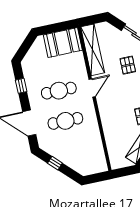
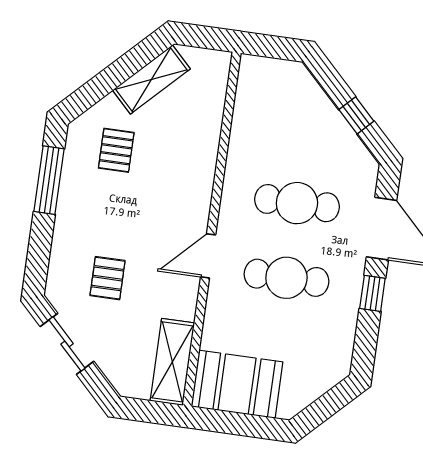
shelving: (93, 50) -> (172, 362), width x0.68
window: (21, 86) -> (372, 293), moved

